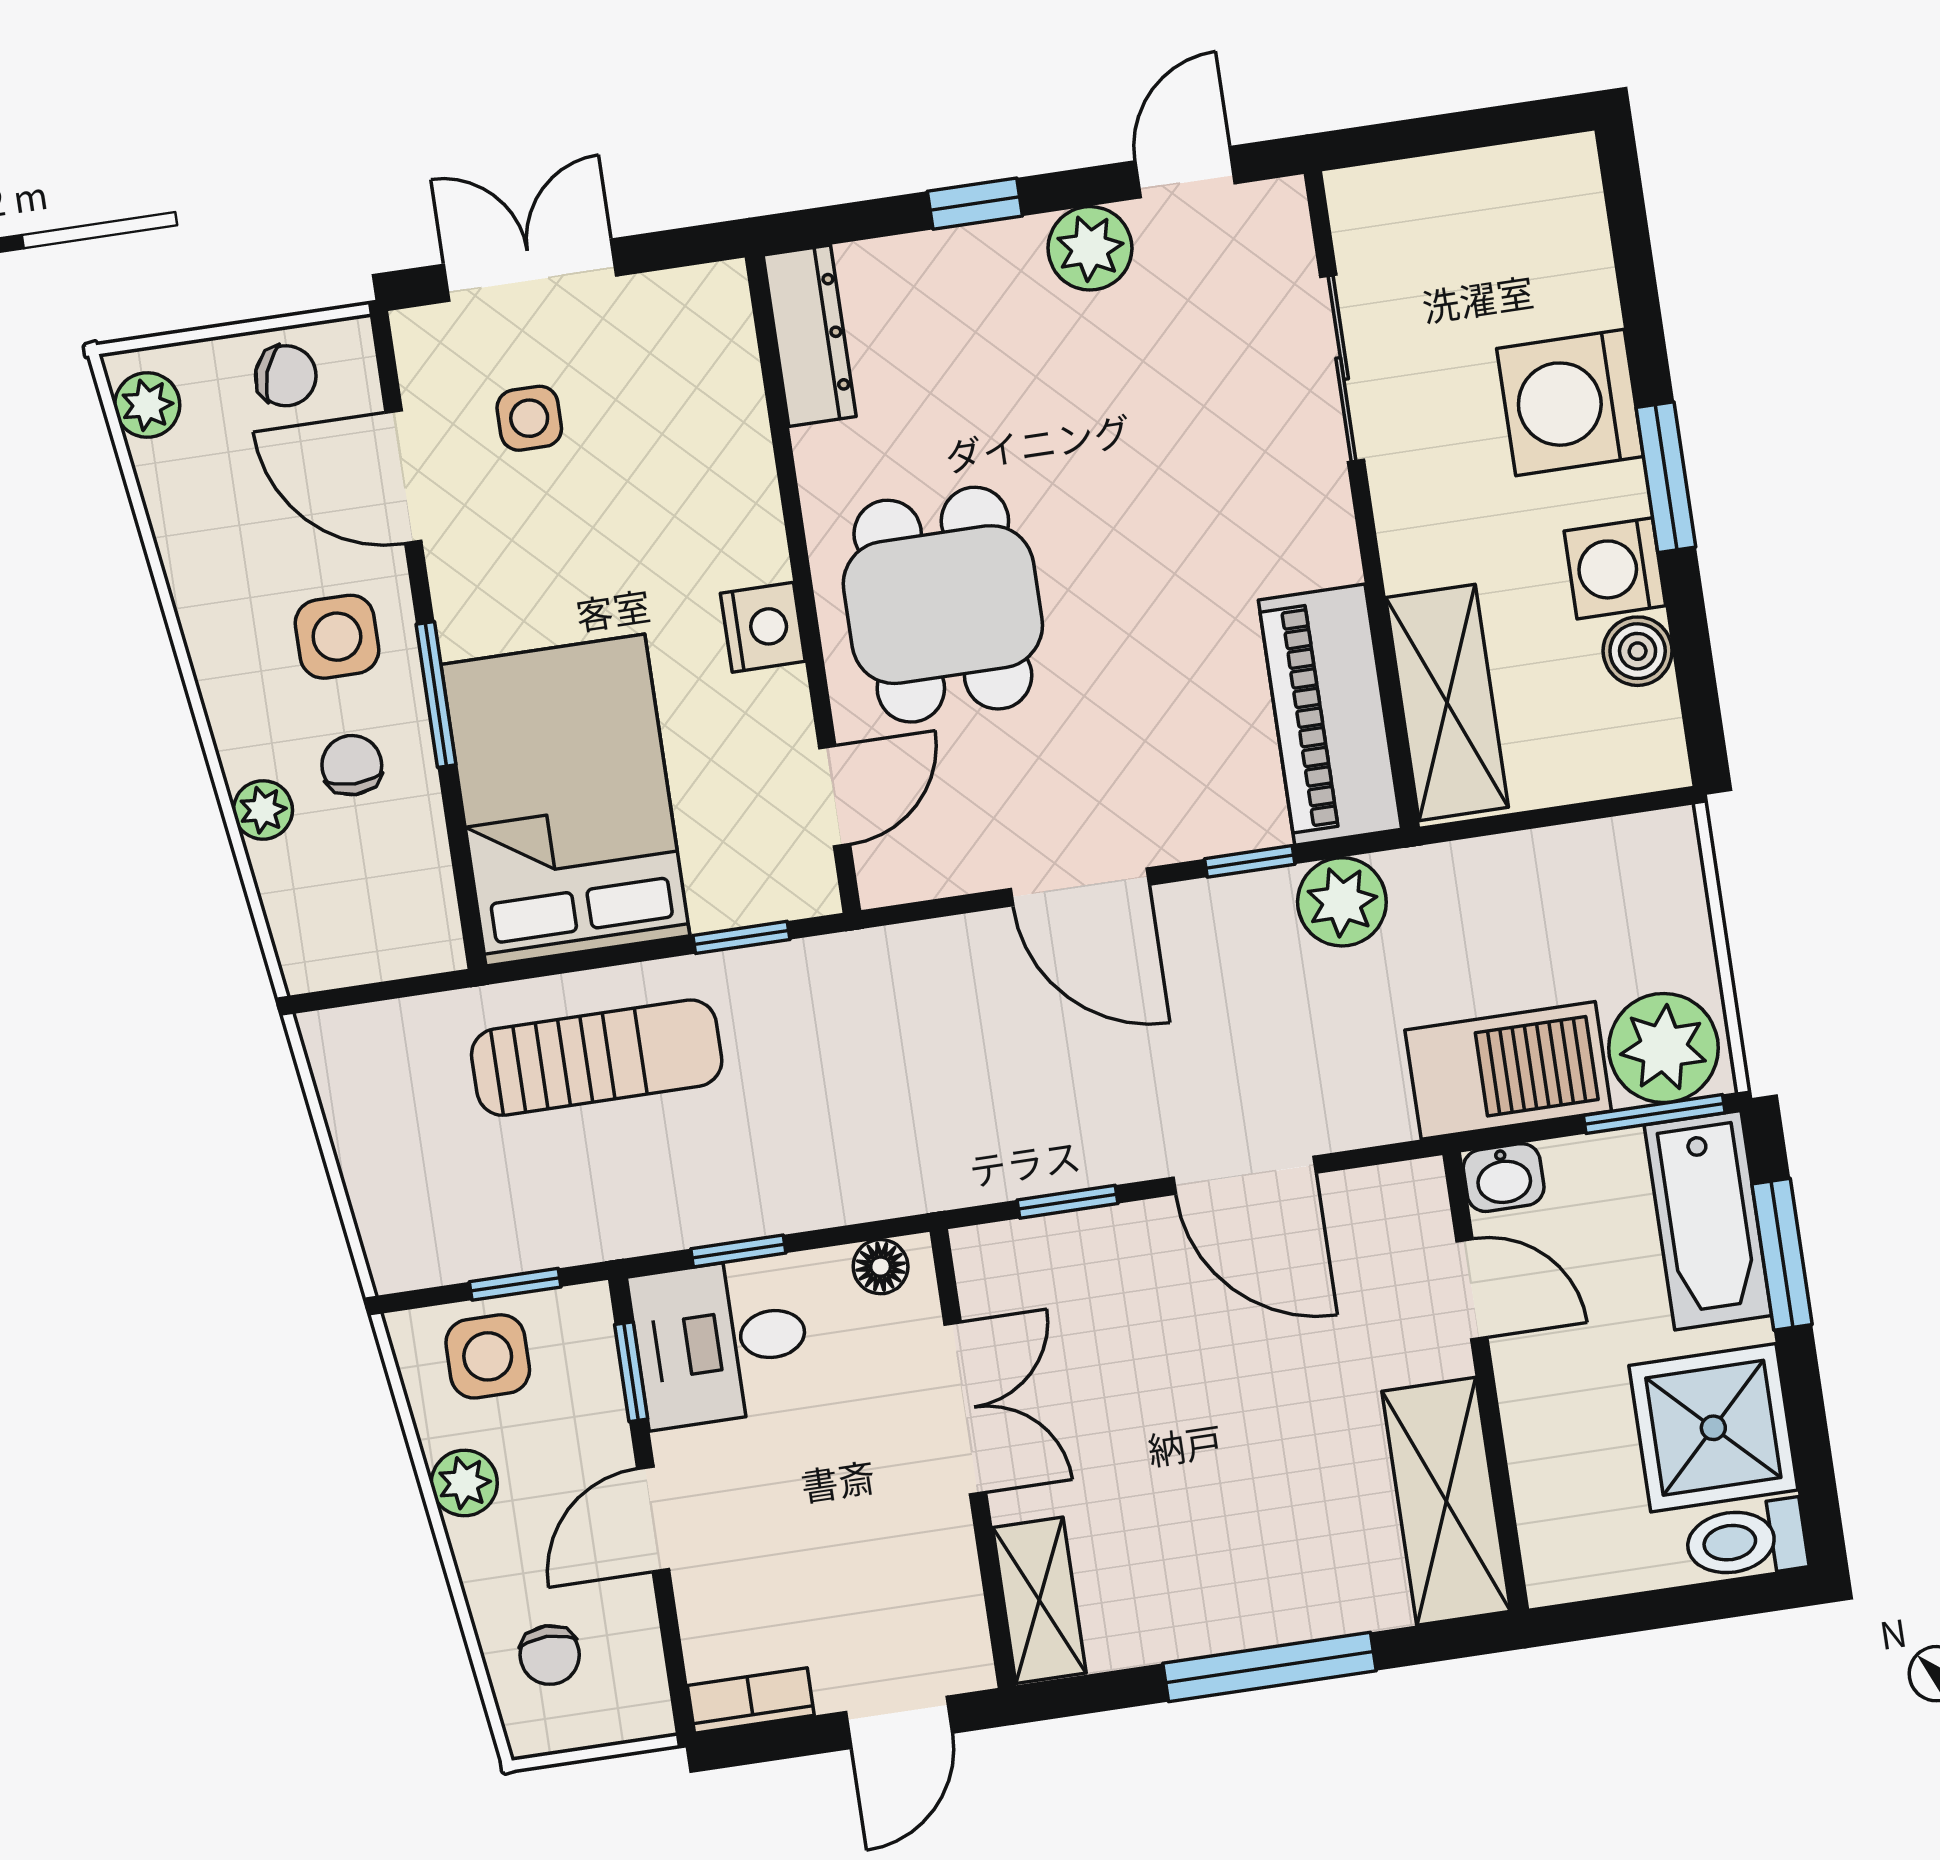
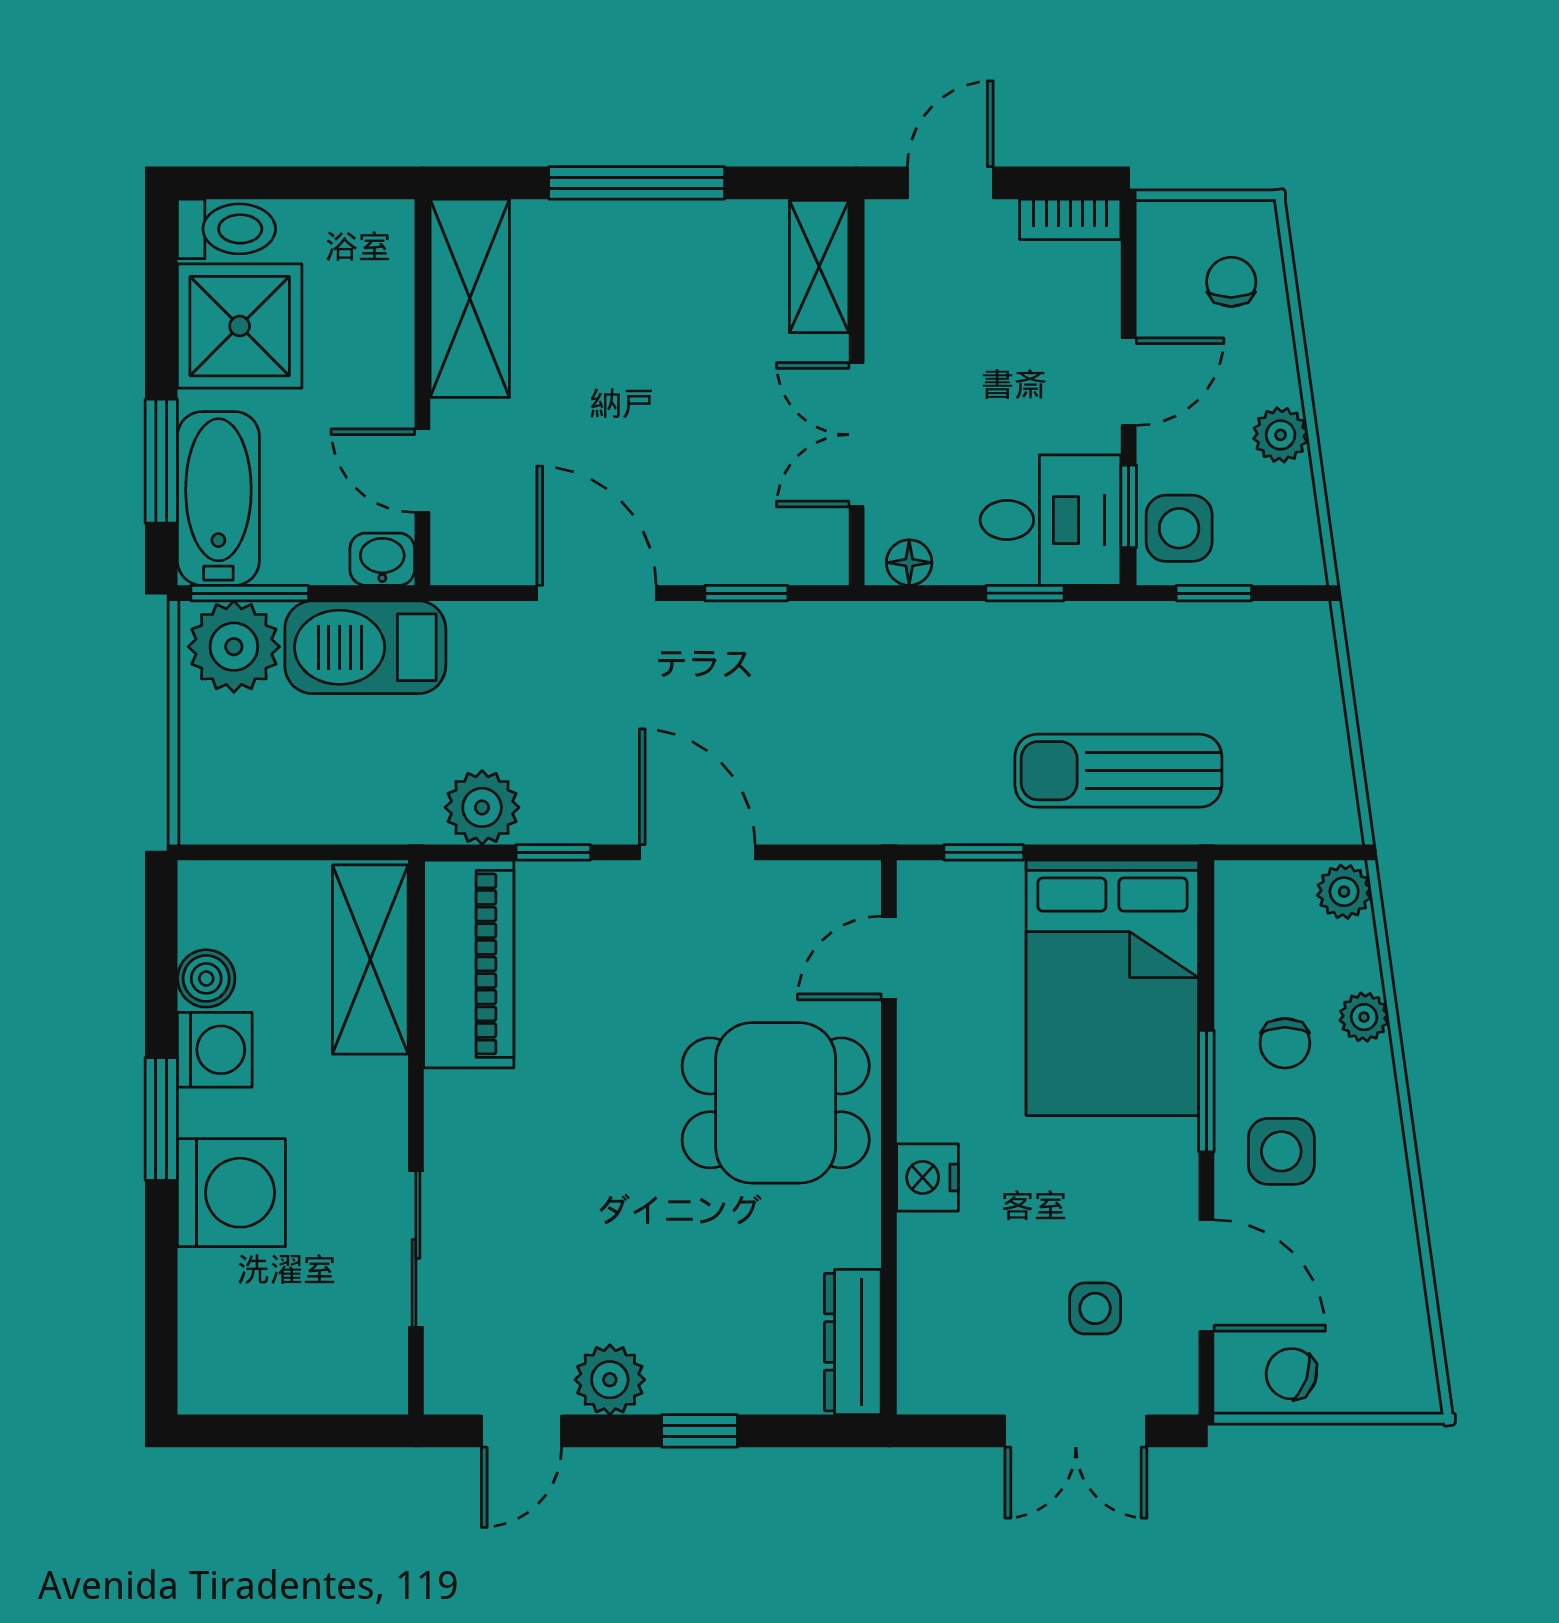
plant: (147, 405) -> (1344, 892), moved
dining table: (943, 605) -> (776, 1103), turned 90
nightstand: (763, 627) -> (928, 1177), moved
side table: (488, 1356) -> (1179, 528), moved

